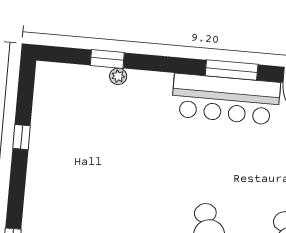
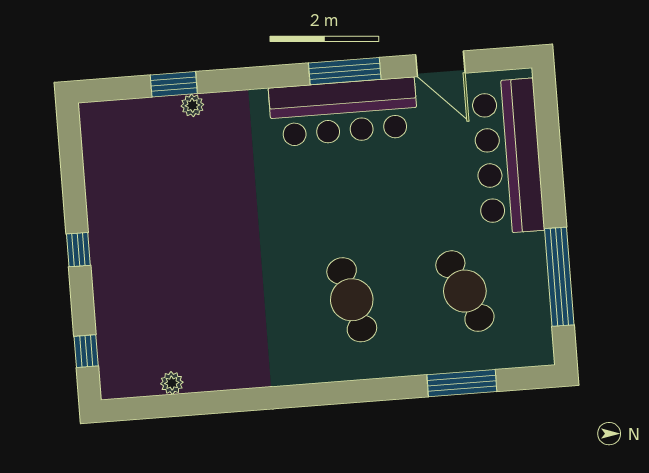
window: (21, 137) -> (78, 250), moved

